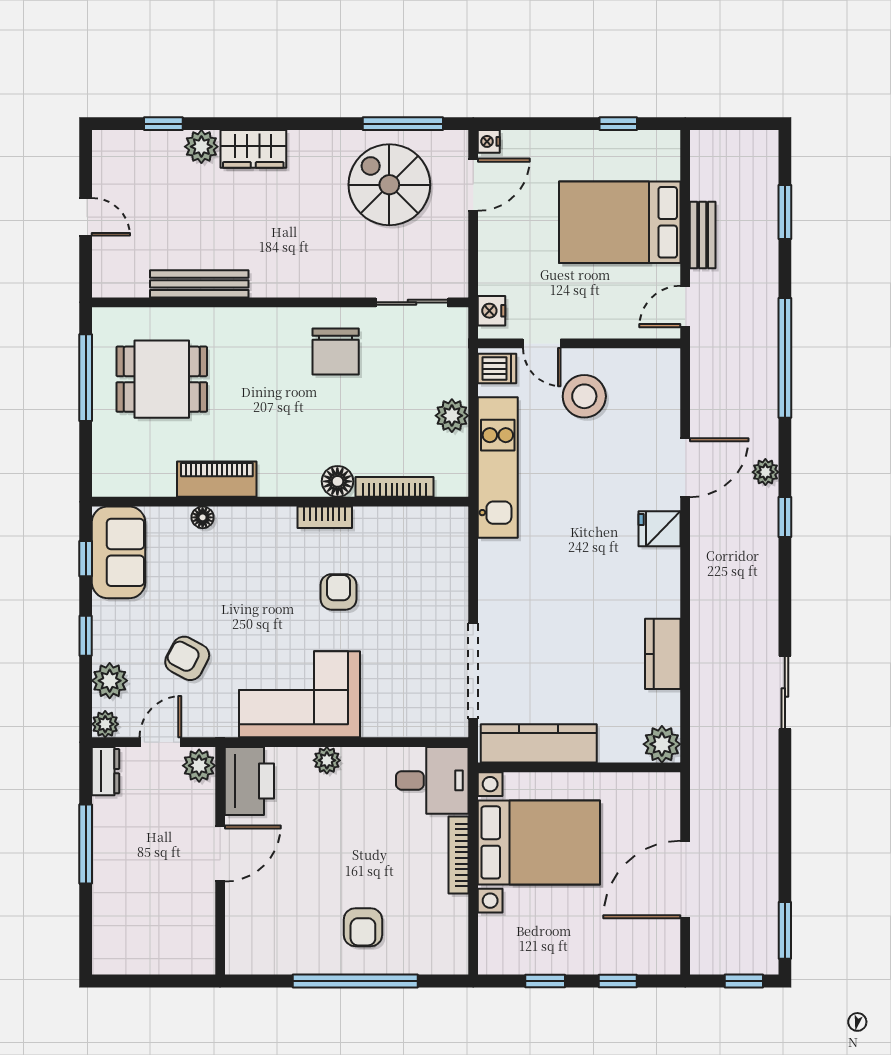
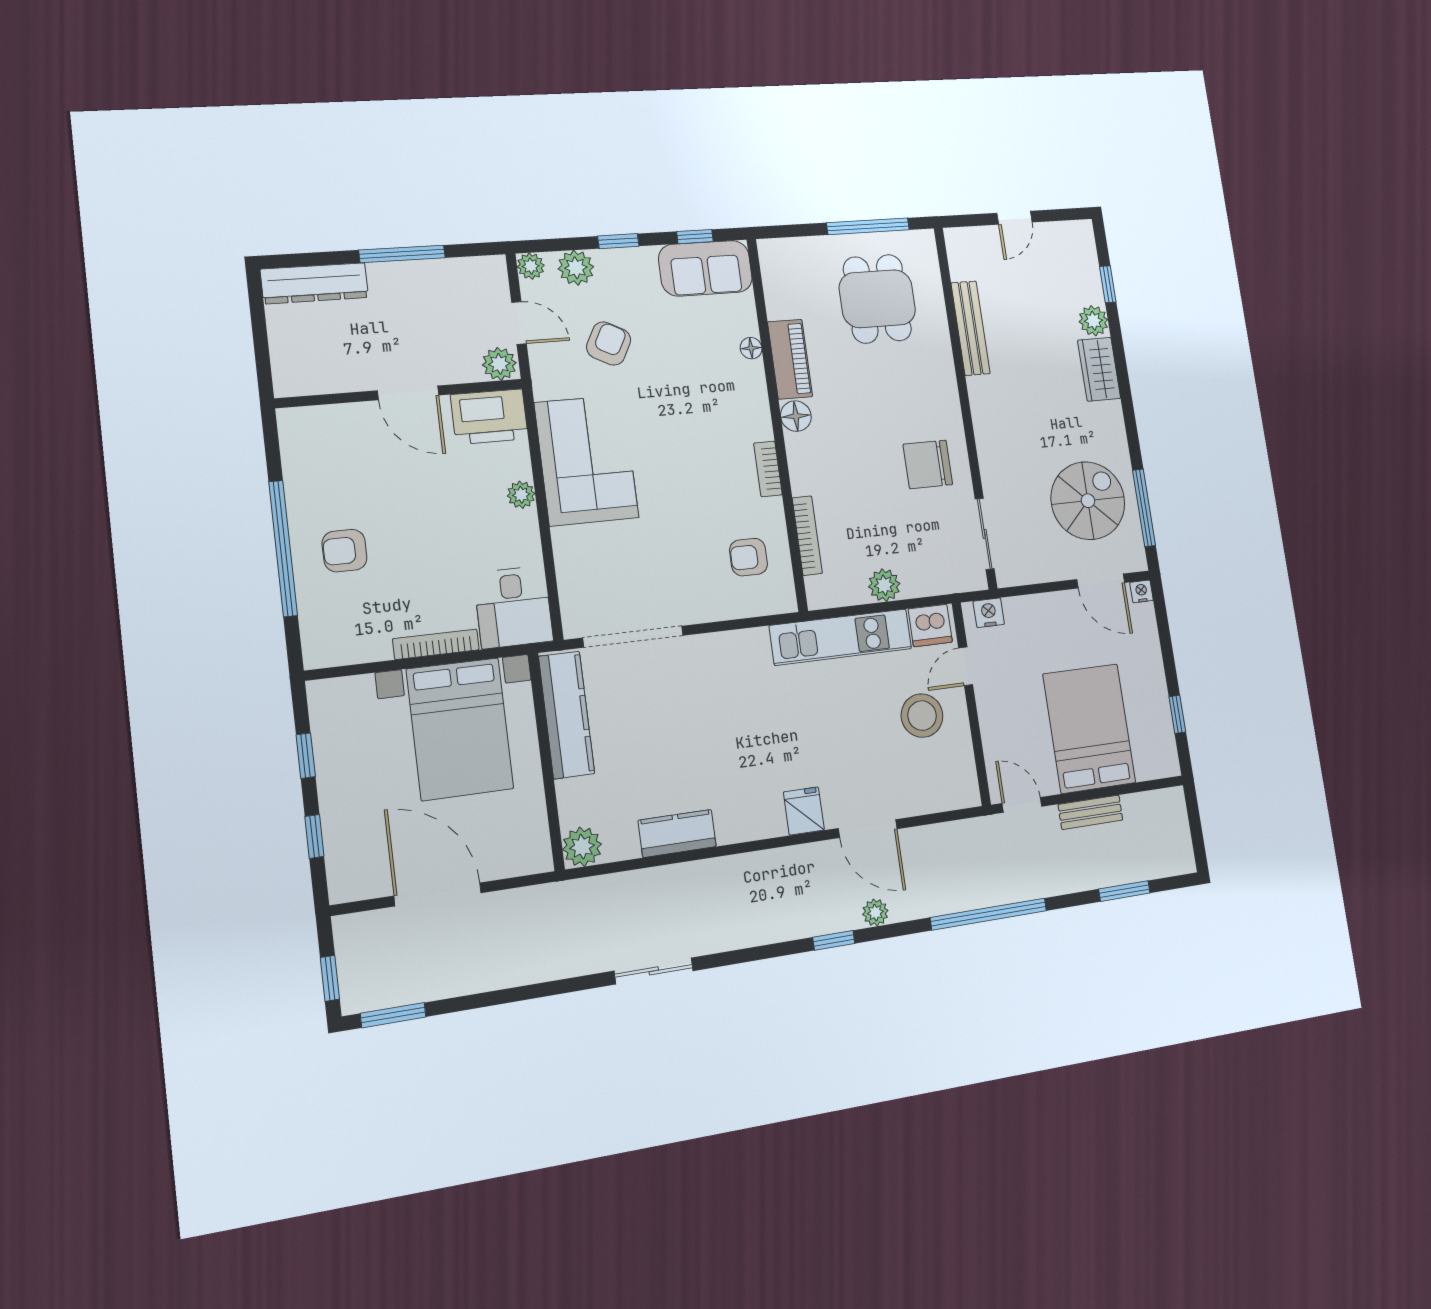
dishwasher: (497, 369) -> (930, 625), width x1.38
floor lamp: (337, 481) -> (796, 416), moved
armchair: (339, 592) -> (749, 557), moved, turned 180
dresser: (106, 771) -> (315, 283), moved, width x1.96, depth x1.24

